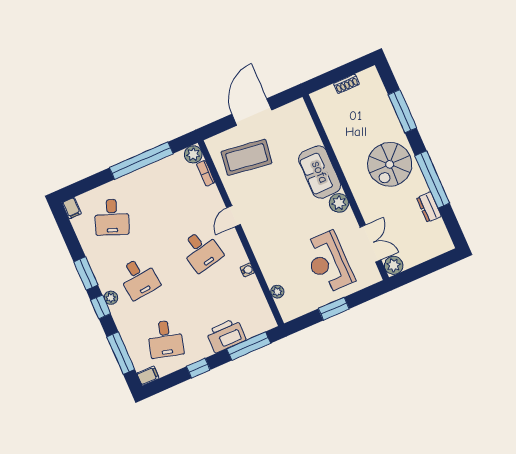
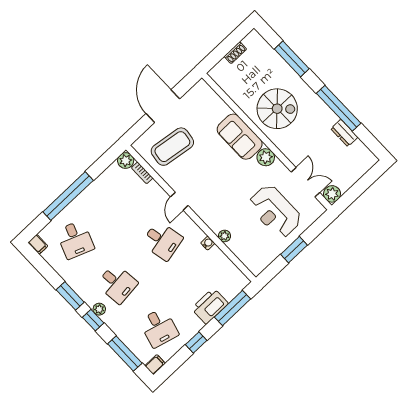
window: (141, 161) -> (68, 196), moved
spiral stairs: (390, 164) -> (277, 109), moved, turned -90
plant: (277, 292) -> (224, 236), moved

